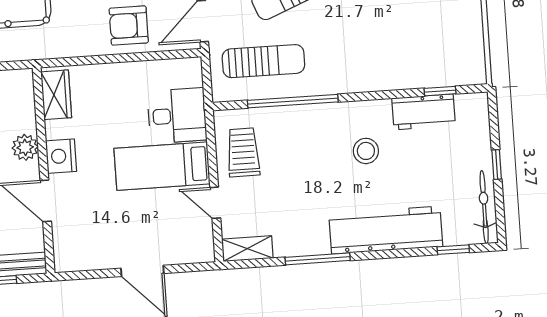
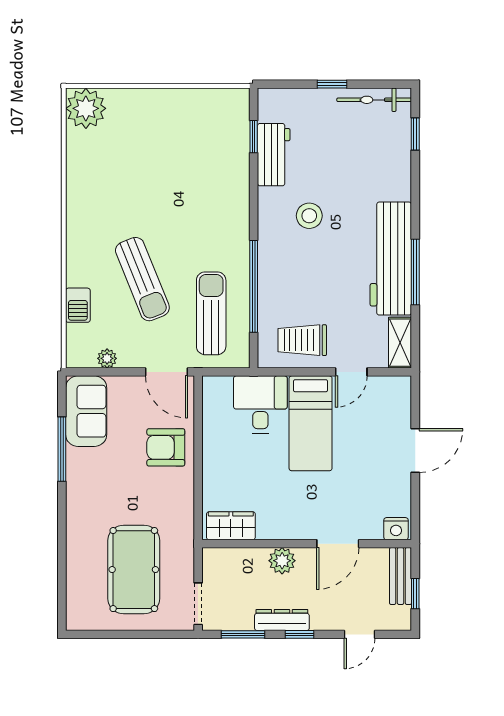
armchair: (129, 26) -> (166, 447), turned 90
nightstand: (61, 156) -> (396, 529), moved, width x0.74, depth x0.75
workbench: (386, 230) -> (391, 259), moved

